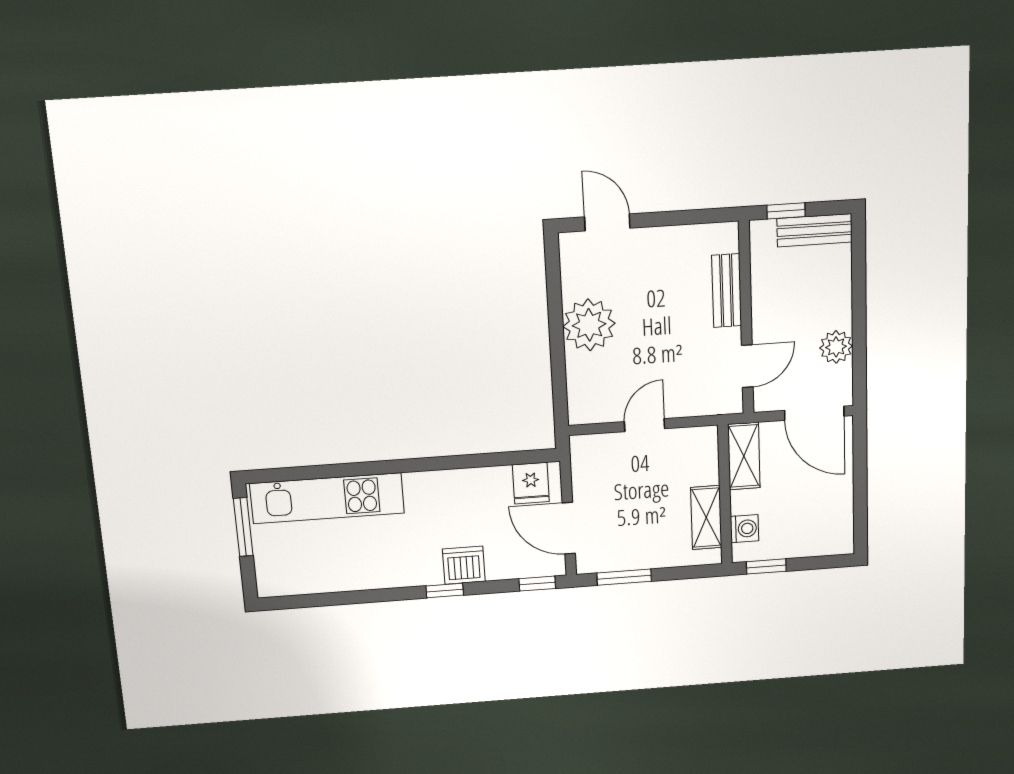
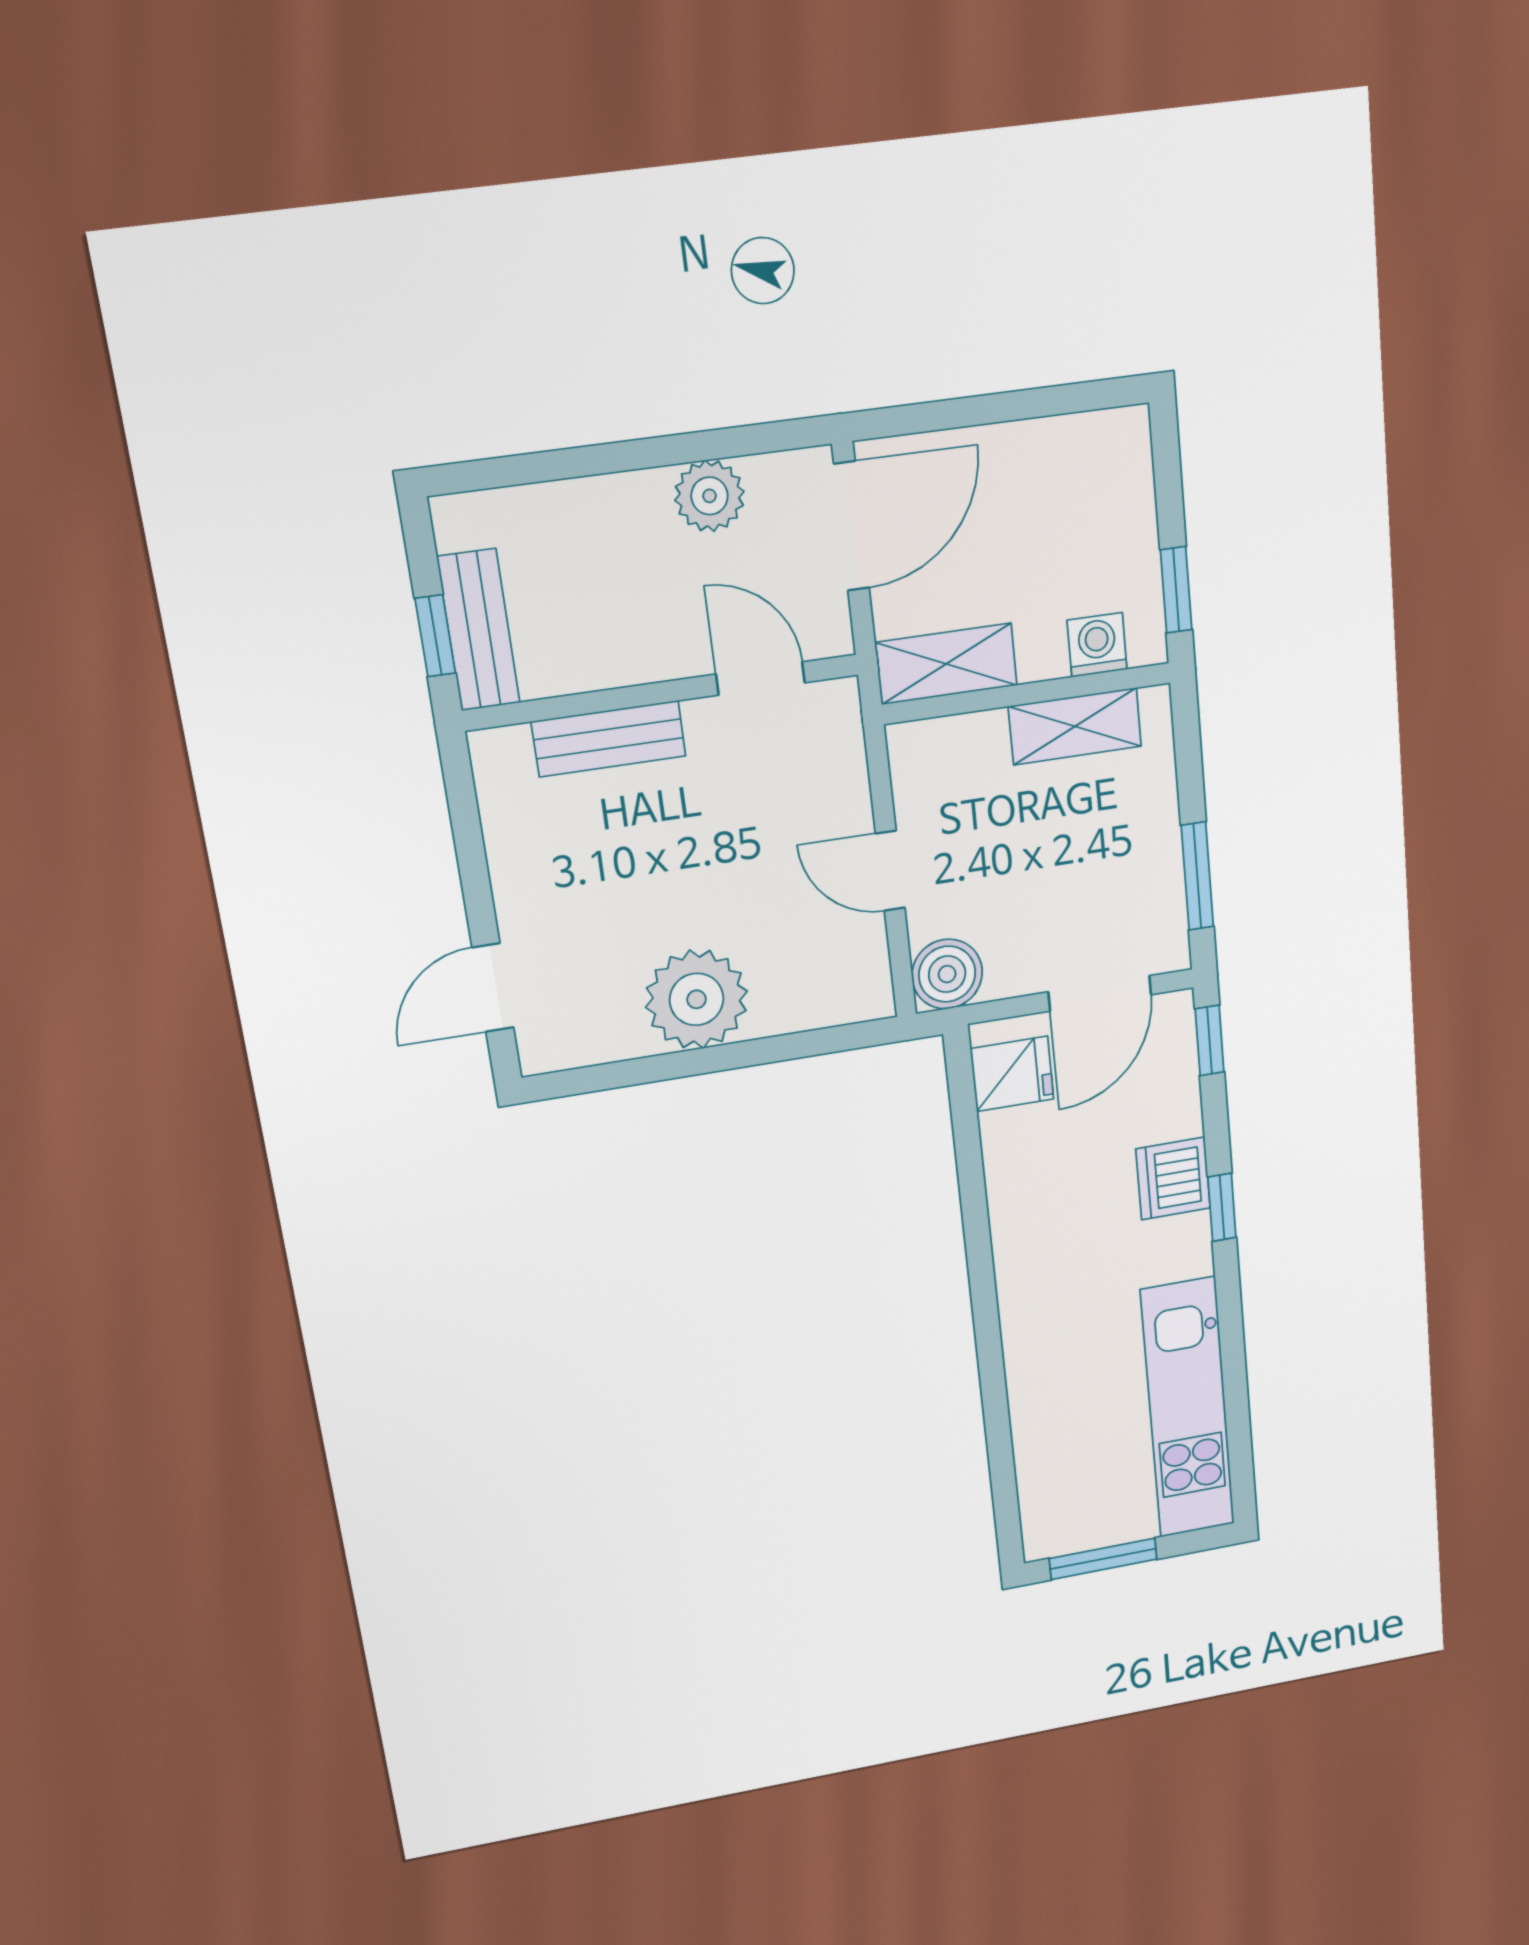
bench: (815, 230) -> (479, 630), moved
boiler: (588, 452) -> (947, 974), added
kitchen unit: (327, 498) -> (1188, 1408), moved, turned 180

